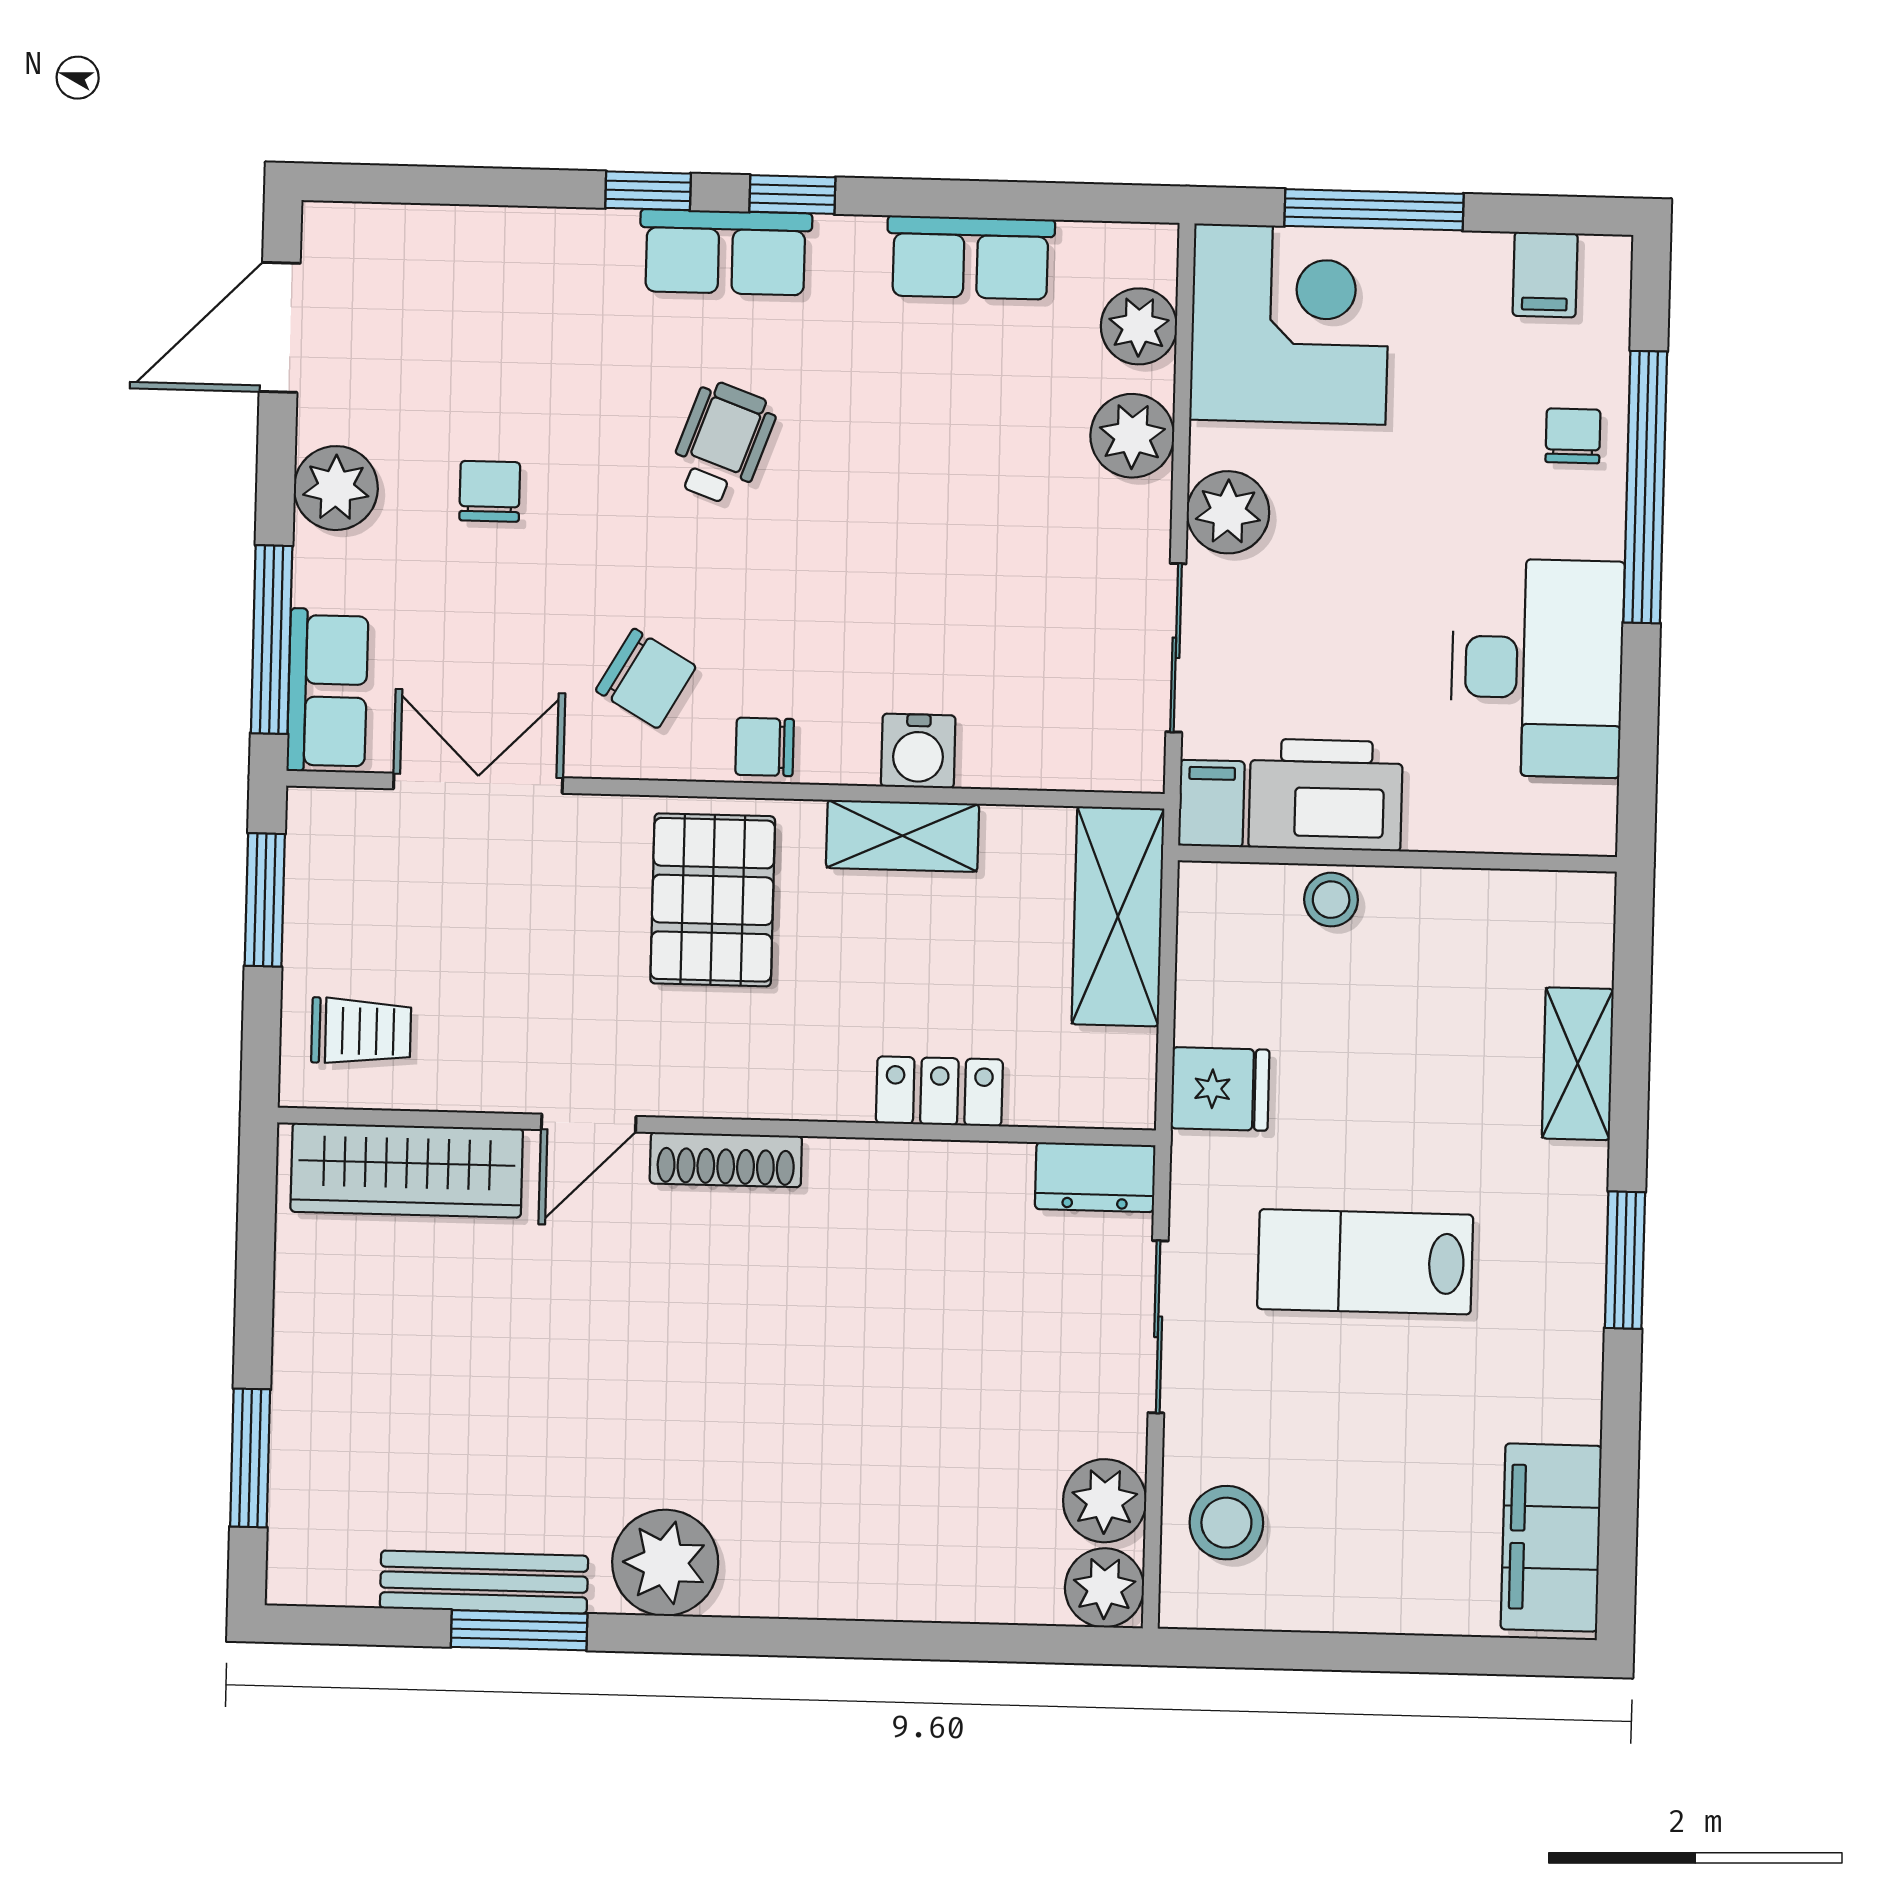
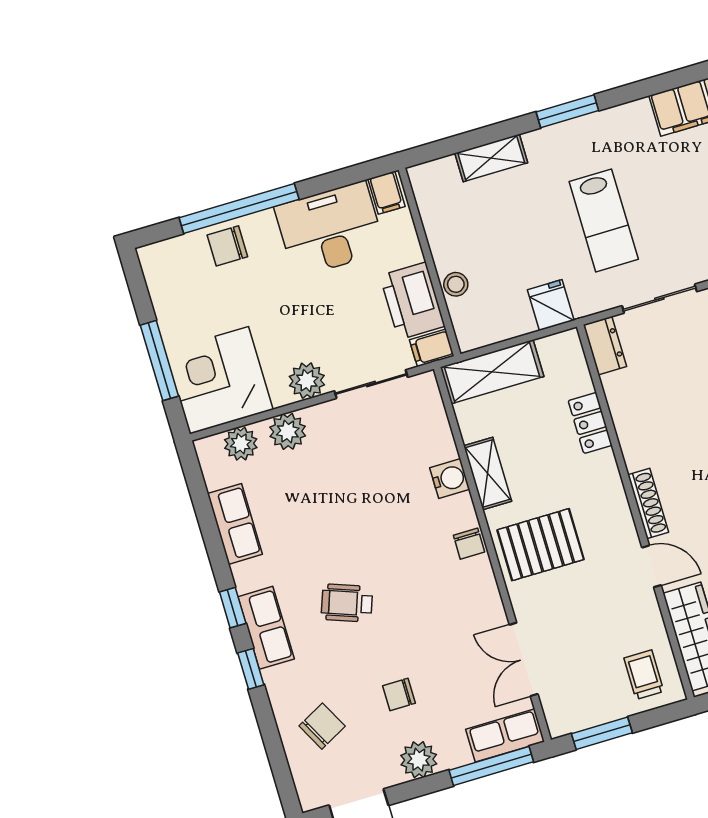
filing cabinet: (1545, 275) -> (386, 193), moved, turned 90
chair: (1573, 436) -> (227, 246), width x1.37, depth x1.37
chair: (646, 678) -> (322, 726), moved, turned 32

